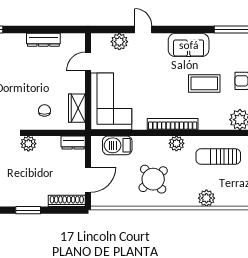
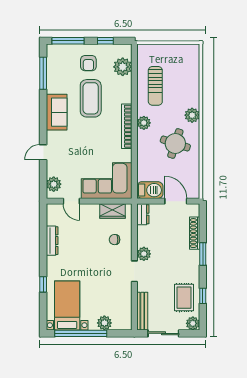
plant: (119, 42) -> (54, 184), moved
coffee table: (204, 83) -> (91, 98), width x1.36, depth x1.32
barbecue: (117, 145) -> (150, 190), moved, turned -90
round table: (153, 179) -> (175, 143), turned -32
plant: (206, 198) -> (192, 115), moved
shoe rack: (67, 201) -> (195, 233), moved

